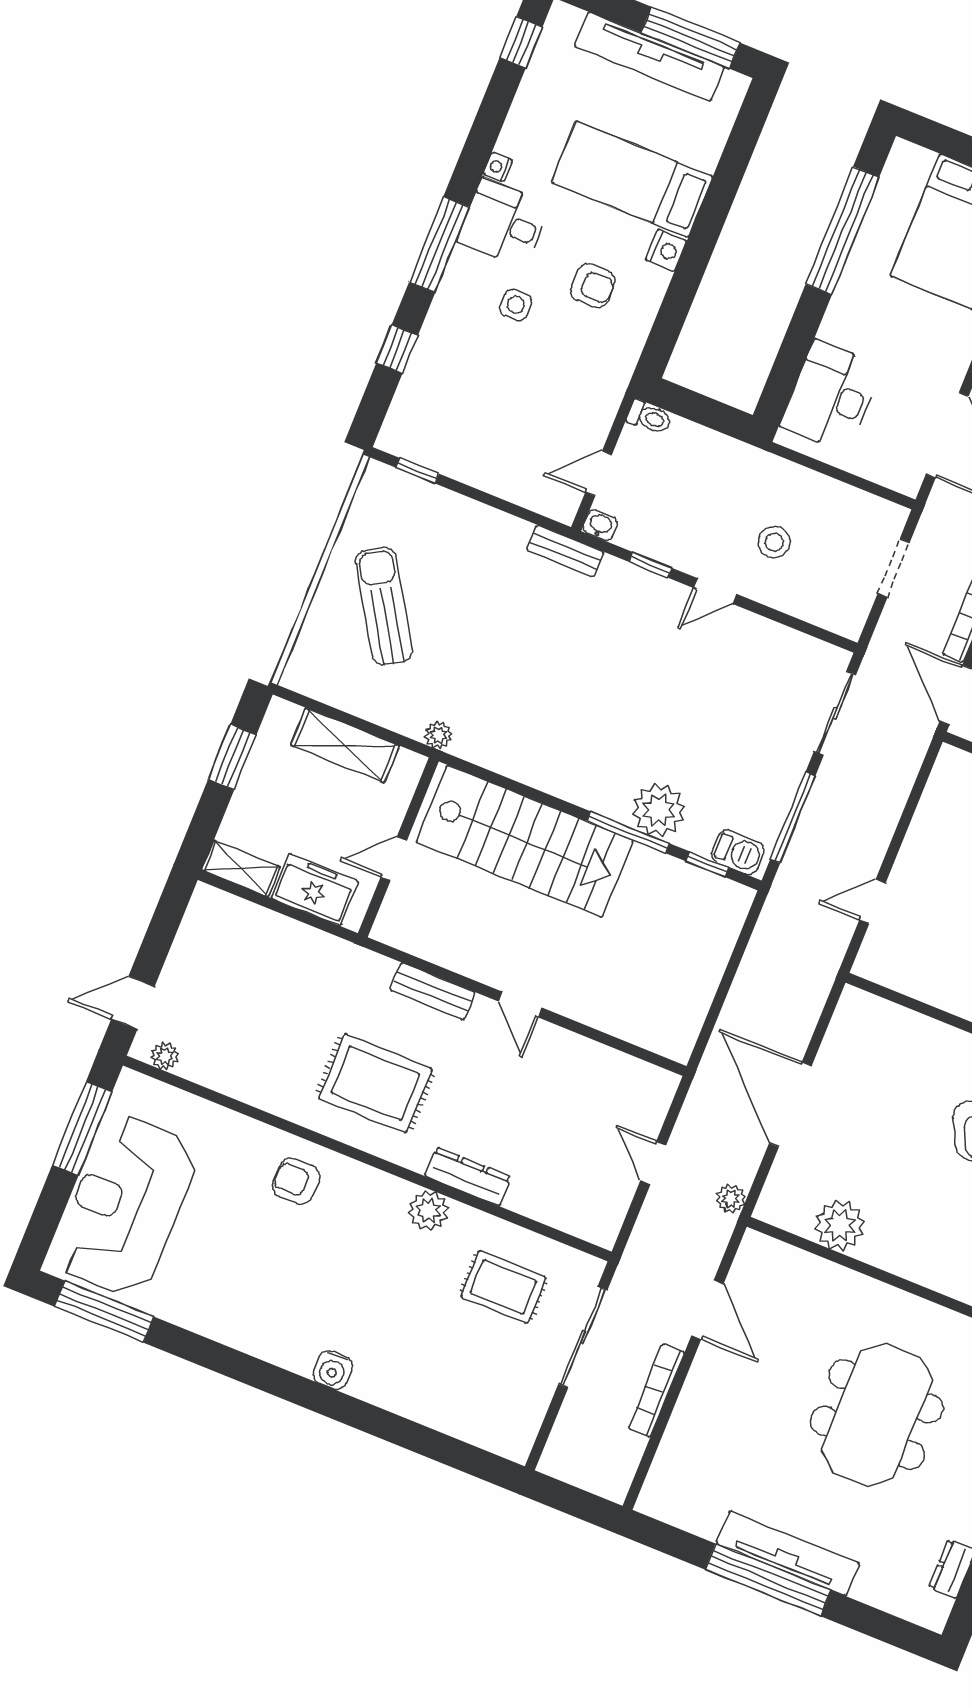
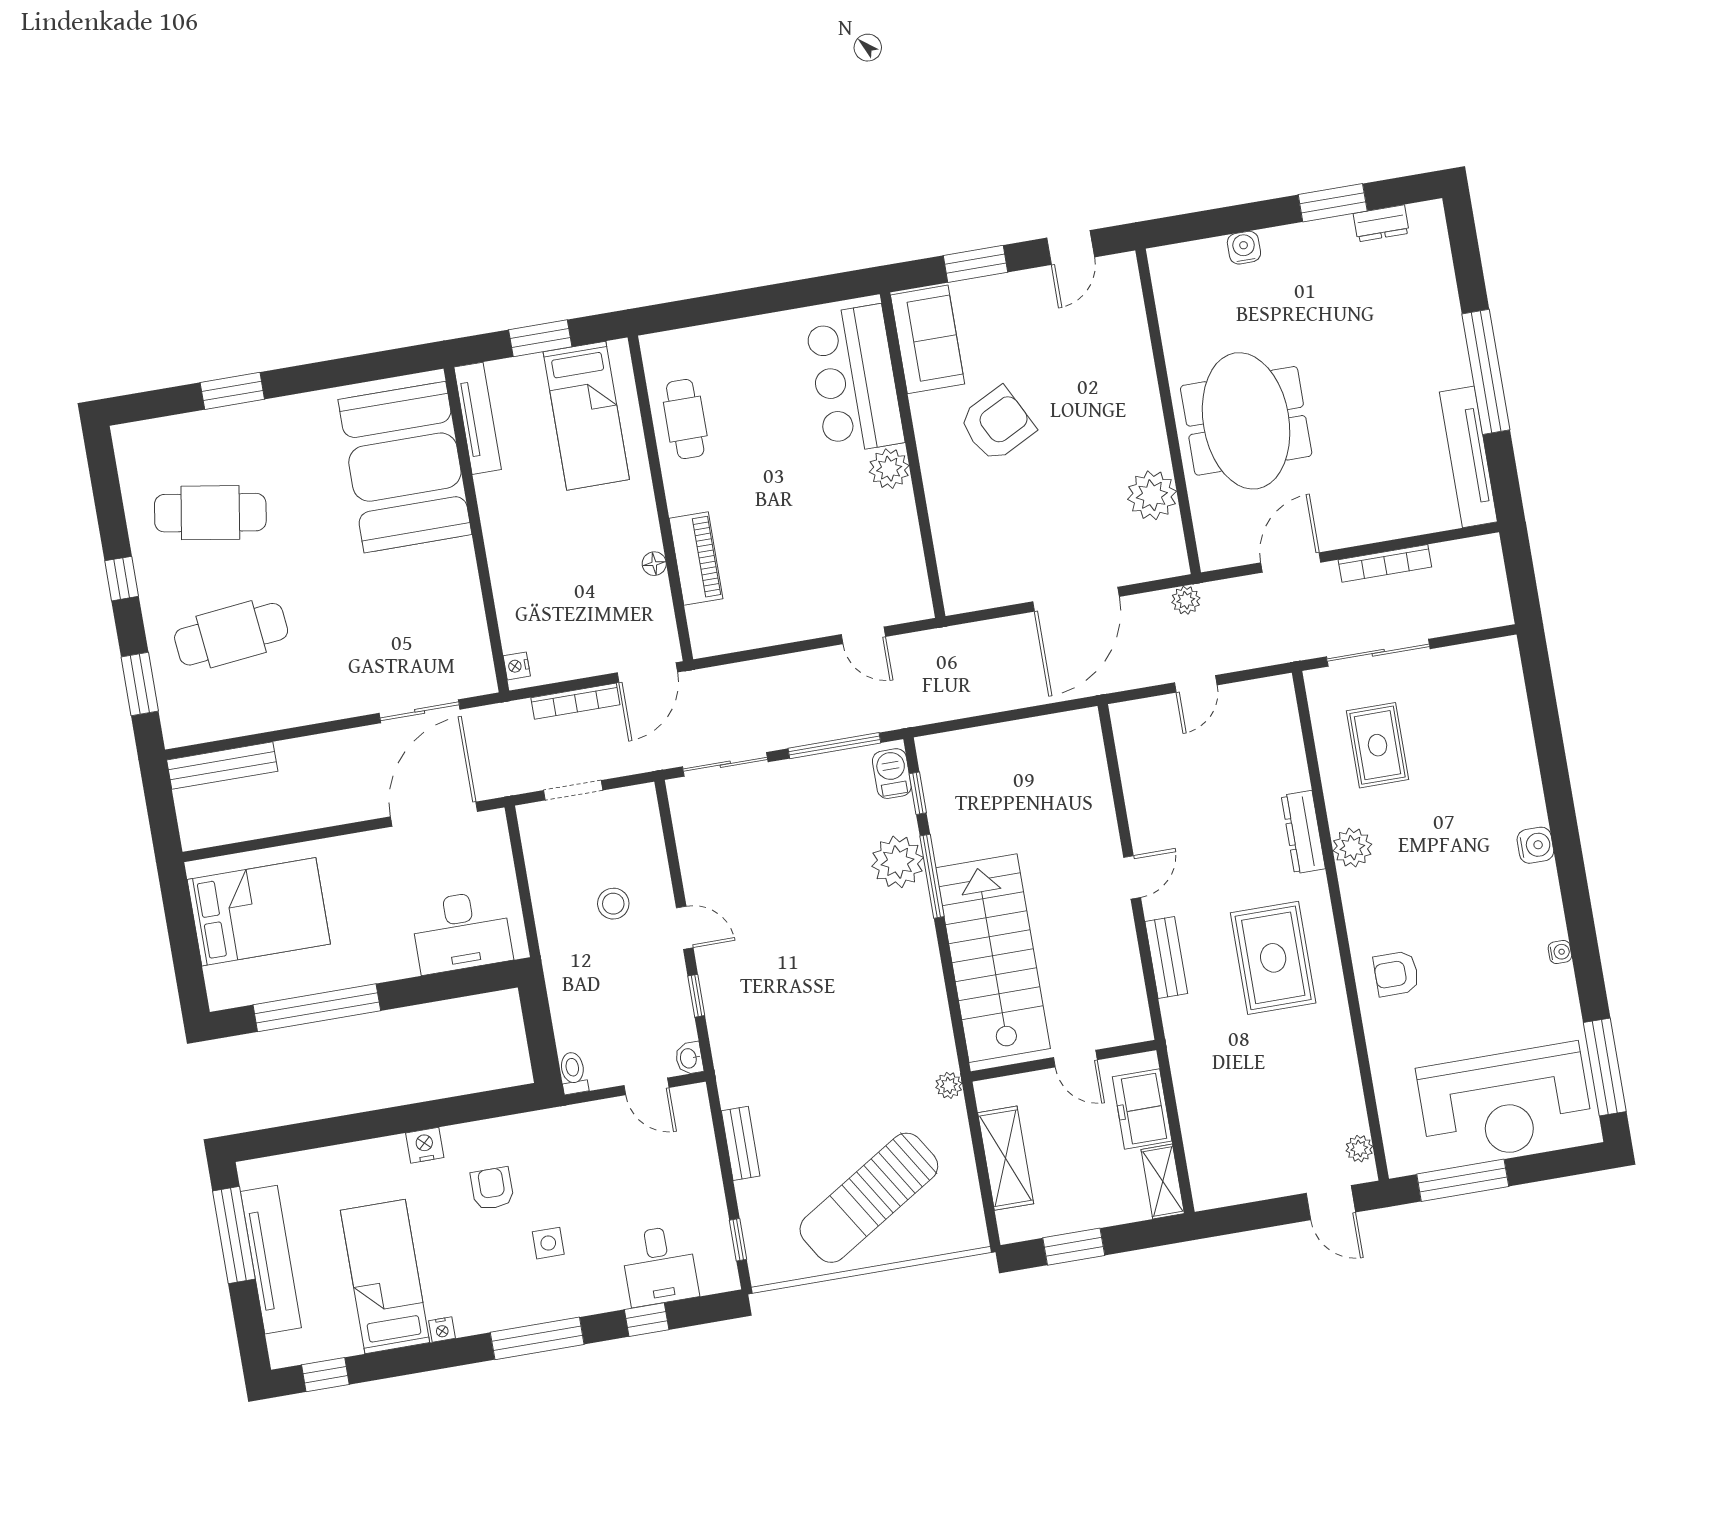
bed: (632, 179) -> (385, 1276), moved, turned 180
desk: (504, 223) -> (659, 1266), moved
bench: (565, 551) -> (741, 1143), moved
sun lounger: (384, 606) -> (869, 1198), width x1.36, depth x1.34
armchair: (296, 1181) -> (1396, 974), turned 90
water cooler: (227, 1334) -> (1560, 952), added
meeting table: (877, 1415) -> (1246, 421), moved, turned 90
tv unit: (788, 1553) -> (1468, 457), moved

